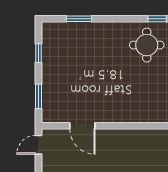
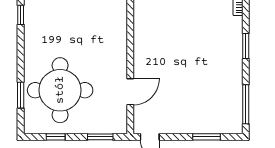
round table: (147, 45) -> (60, 90), moved, width x1.86, depth x1.86

